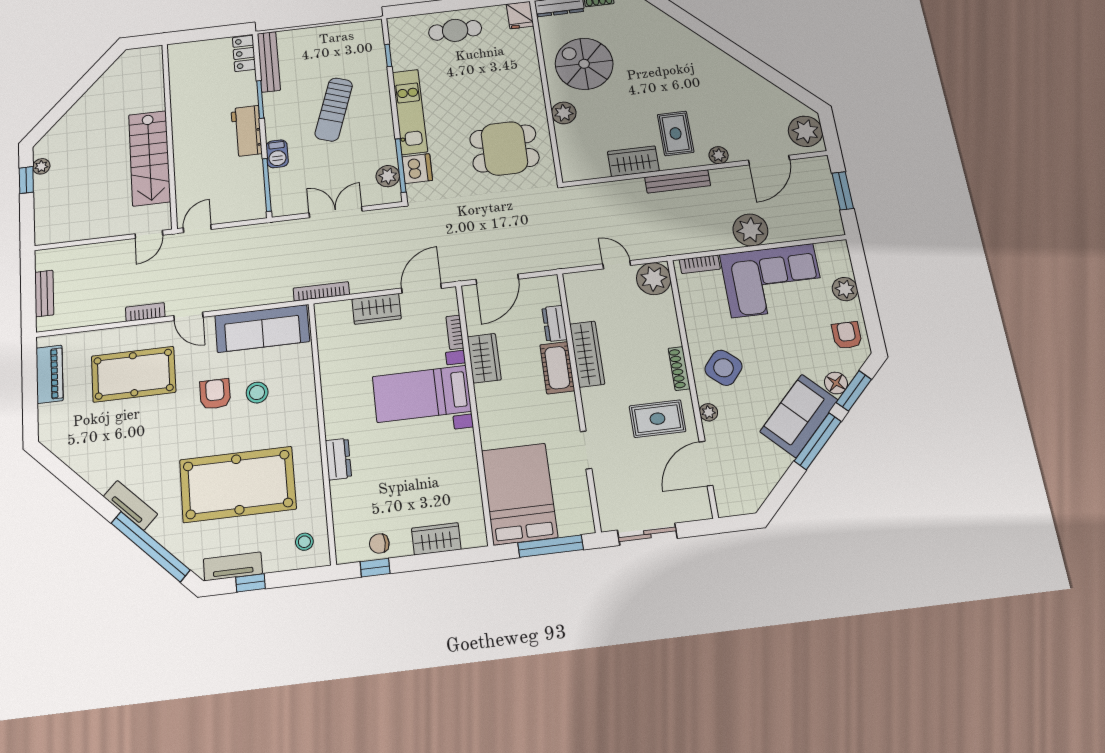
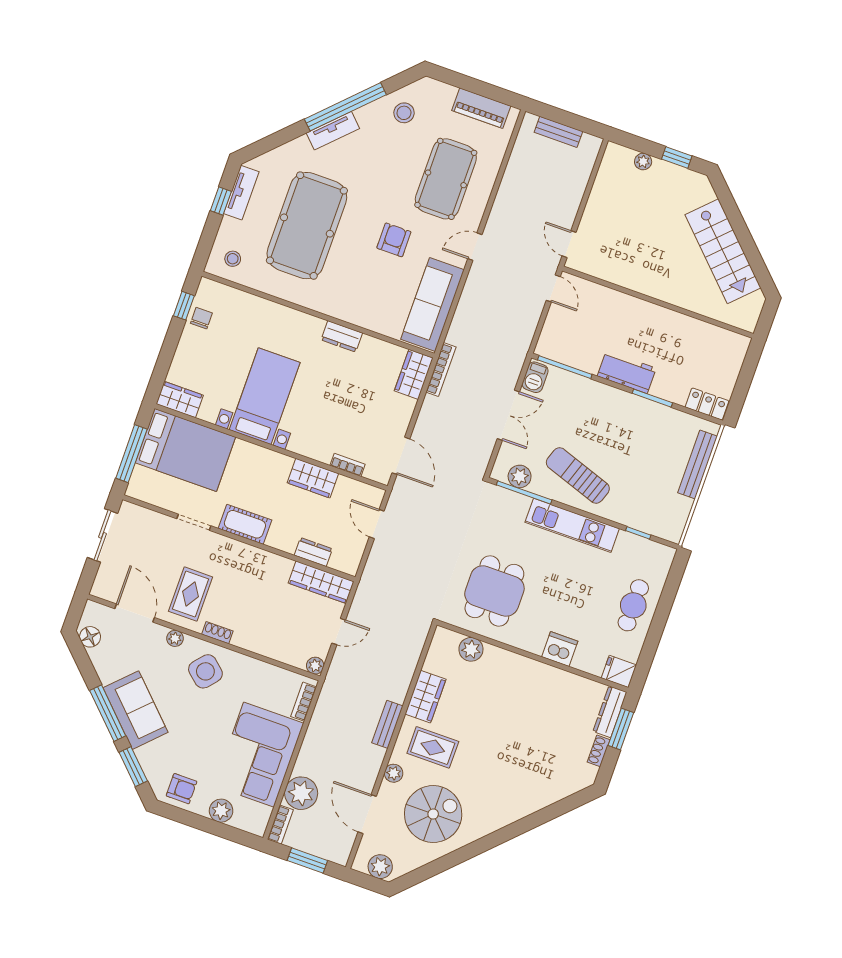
bench: (269, 62) -> (698, 465), moved, turned 90
spiral stairs: (584, 64) -> (433, 814), moved
sun lounger: (334, 109) -> (578, 475), moved
plant: (564, 113) -> (471, 649), moved
plant: (805, 131) -> (380, 867), width x0.73, depth x0.73
barbecue: (277, 154) -> (535, 377), moved, turned -90
stairs: (149, 158) -> (723, 251), moved, turned -135
plant: (41, 166) -> (643, 162), moved
dishwasher: (417, 169) -> (560, 649), moved, turned 180
bench: (678, 181) -> (387, 724), width x0.73
plant: (750, 230) -> (301, 793), moved
door: (497, 279) -> (377, 524), width x0.73
plant: (654, 279) -> (315, 666), width x0.53, depth x0.53
wardrobe: (377, 309) -> (414, 374), moved
bookcase: (145, 312) -> (280, 825), moved
wardrobe: (587, 354) -> (321, 582), moved
cot: (557, 368) -> (245, 524), moved
shoe rack: (679, 368) -> (217, 633), width x0.70
floor lamp: (836, 383) -> (90, 637), moved
stool: (257, 393) -> (404, 113), moved
armchair: (215, 394) -> (394, 240), turned -90
bed with nightstands: (422, 394) -> (265, 396), moved
dresser: (338, 459) -> (342, 336), moved
wardrobe: (436, 539) -> (180, 400), moved, turned -90
window: (150, 547) -> (345, 107), moved

